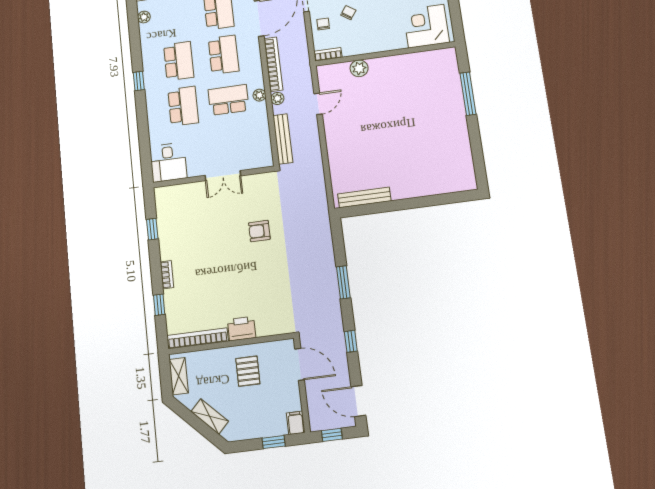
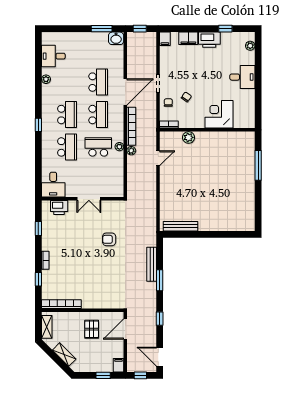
corner desk: (426, 26) -> (219, 114), moved
bench: (283, 139) -> (152, 264), moved
printer: (242, 329) -> (59, 207), moved, turned 180
door: (300, 364) -> (125, 329), swing flipped

